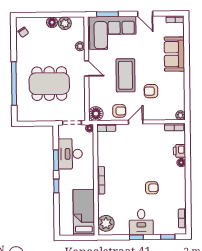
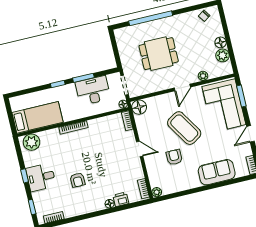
coffee table: (126, 75) -> (184, 128), turned 58
dining table: (49, 84) -> (159, 54), width x0.73
armchair: (119, 111) -> (147, 130), removed

